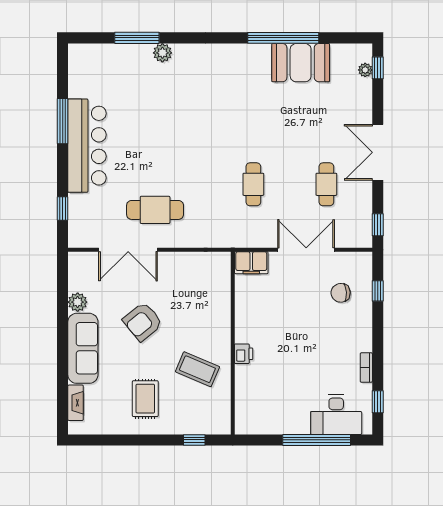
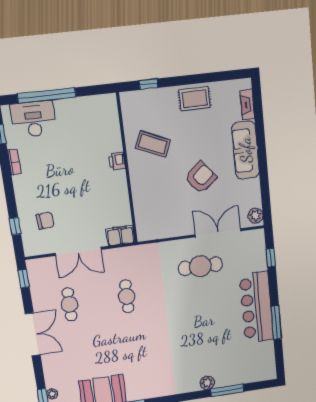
plant: (78, 302) -> (256, 216), moved
rug: (145, 399) -> (195, 99), moved, turned 90

